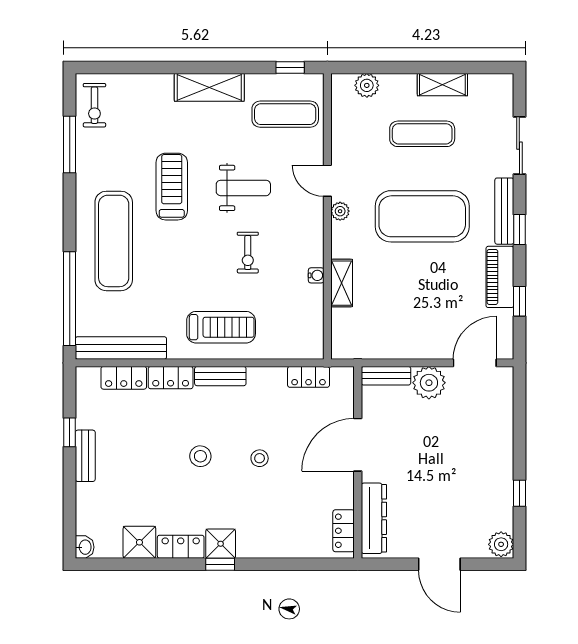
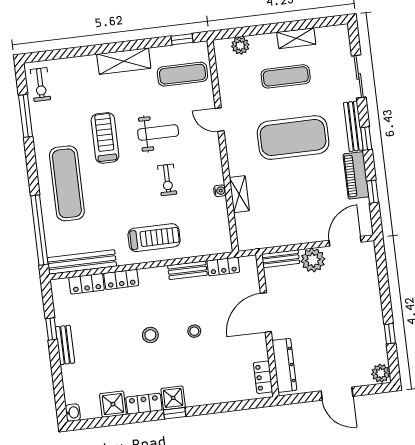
plant: (340, 211) -> (232, 141), removed
bench: (220, 376) -> (187, 270), moved

